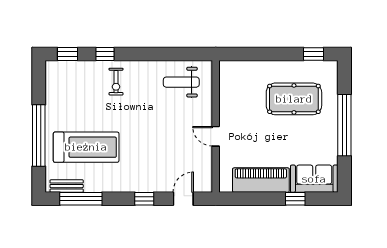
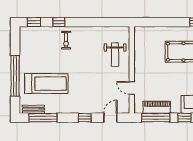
weight bench: (181, 82) -> (115, 55), moved, turned -90
door: (216, 136) -> (132, 88), moved
piano: (261, 180) -> (157, 107), width x0.73, depth x0.75
window: (252, 199) -> (156, 118), added

